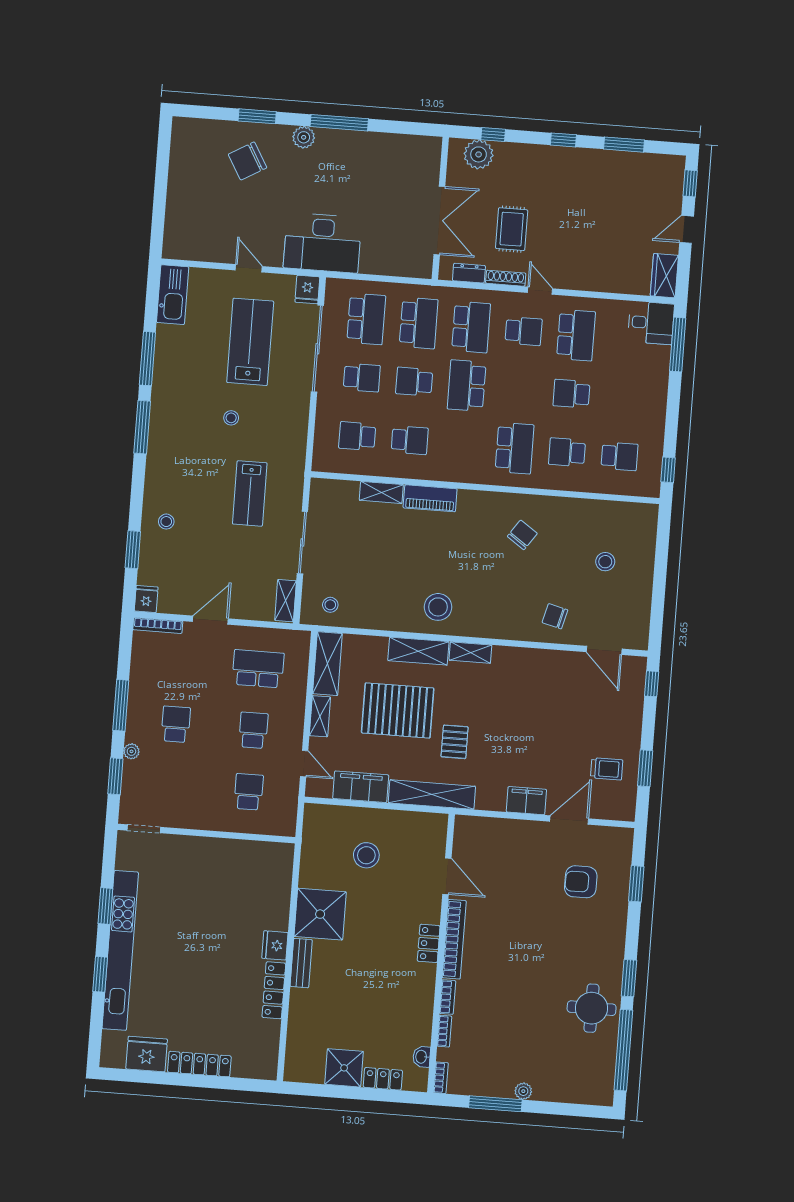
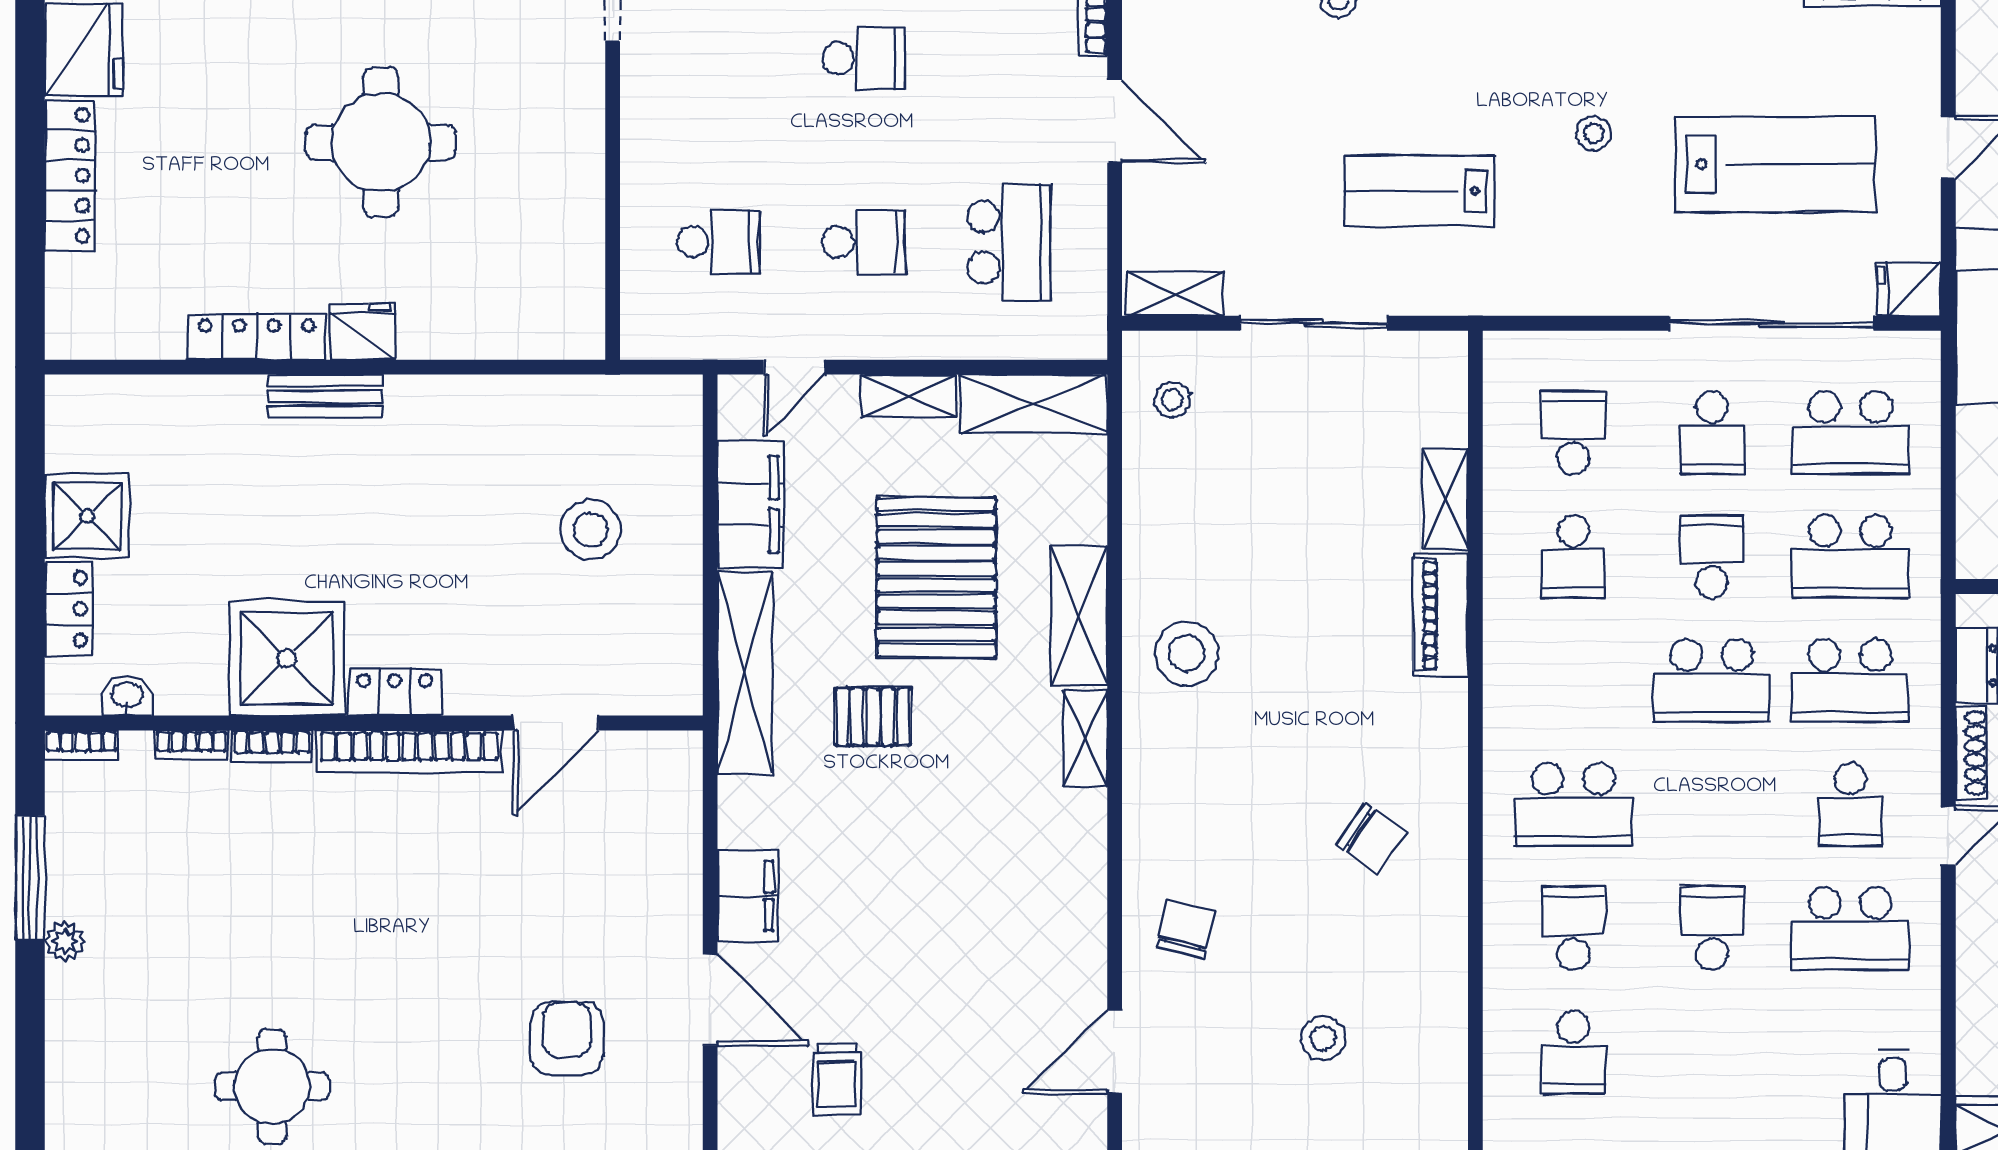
school desk: (467, 386) -> (1712, 681), turned 180
shower: (320, 914) -> (287, 658), moved
round table: (196, 931) -> (381, 142), added

